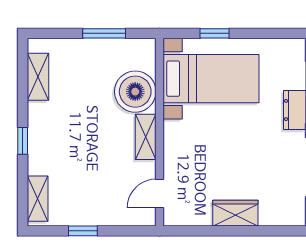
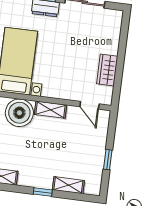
shelving: (38, 199) -> (68, 185), moved
wardrobe: (235, 213) -> (107, 70), moved

